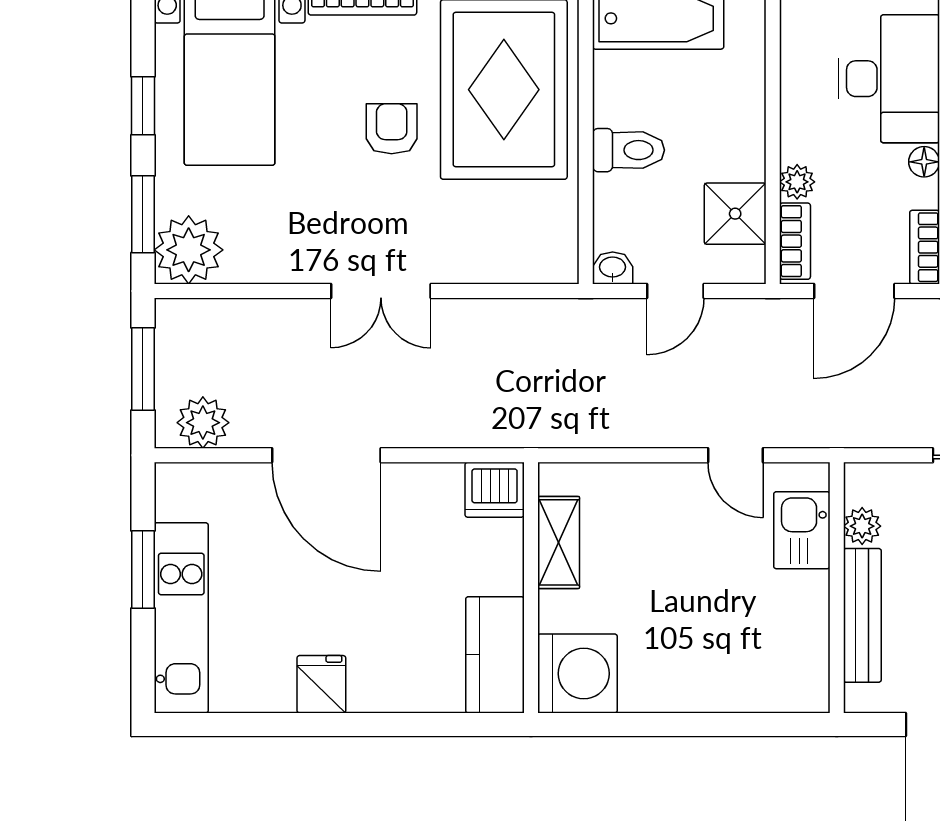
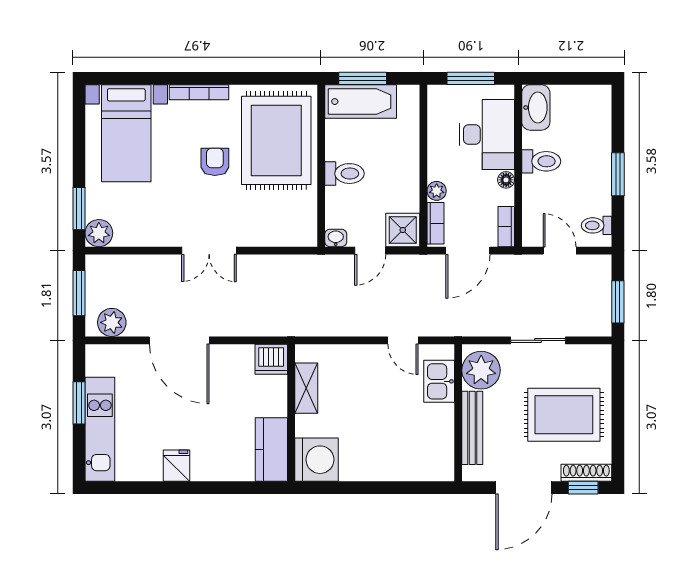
window: (143, 106) -> (79, 149), removed
shower: (735, 214) -> (403, 230), moved
plant: (189, 250) -> (99, 233), width x0.73, depth x0.73
plant: (862, 526) -> (481, 370), width x1.88, depth x1.88

